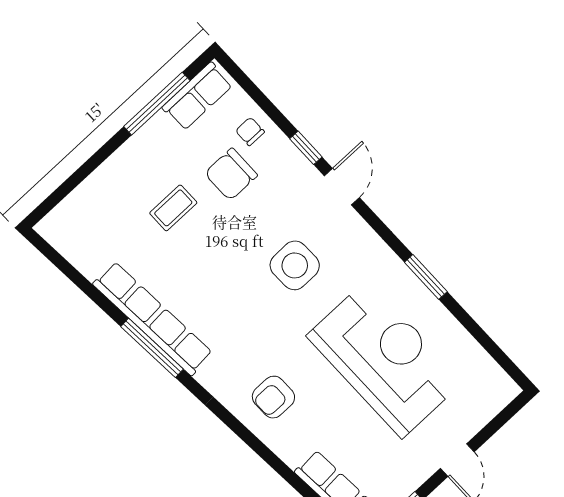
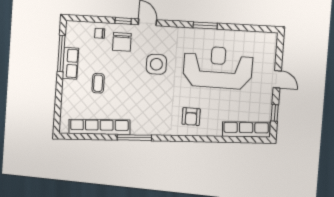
row of seats: (197, 96) -> (70, 63), moved
chair: (231, 174) -> (122, 42), moved
row of seats: (153, 319) -> (99, 127), moved

